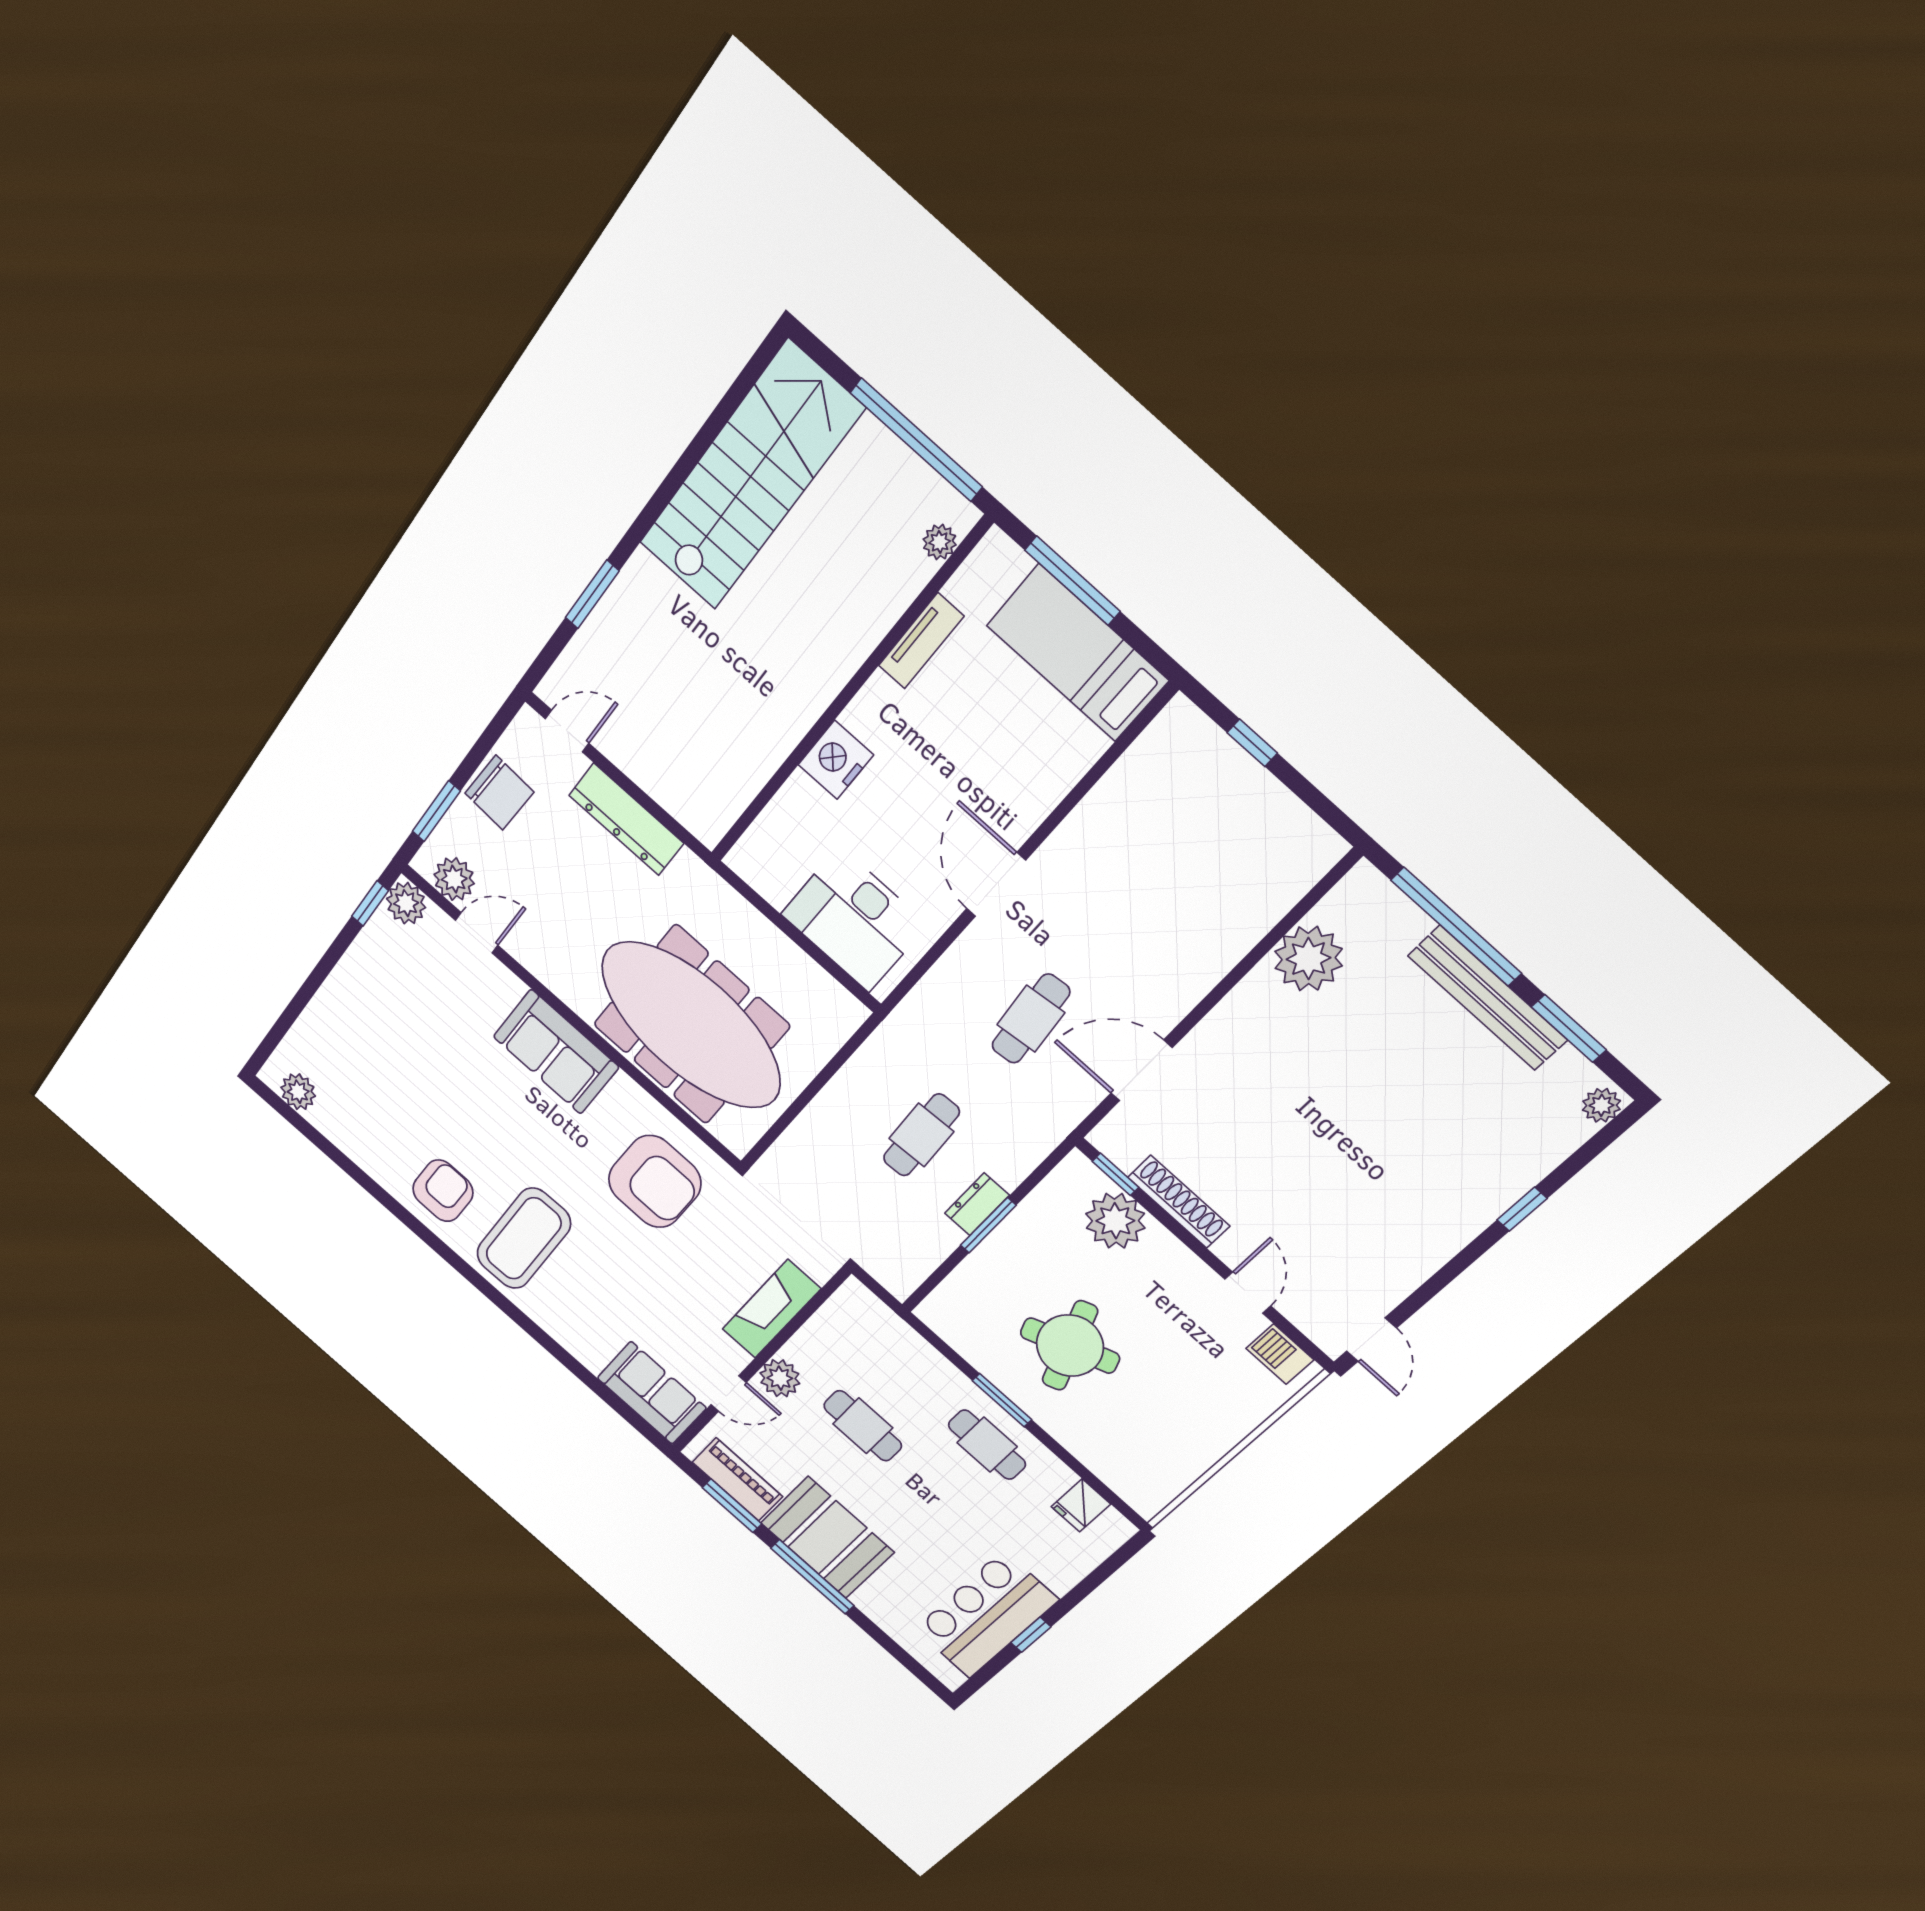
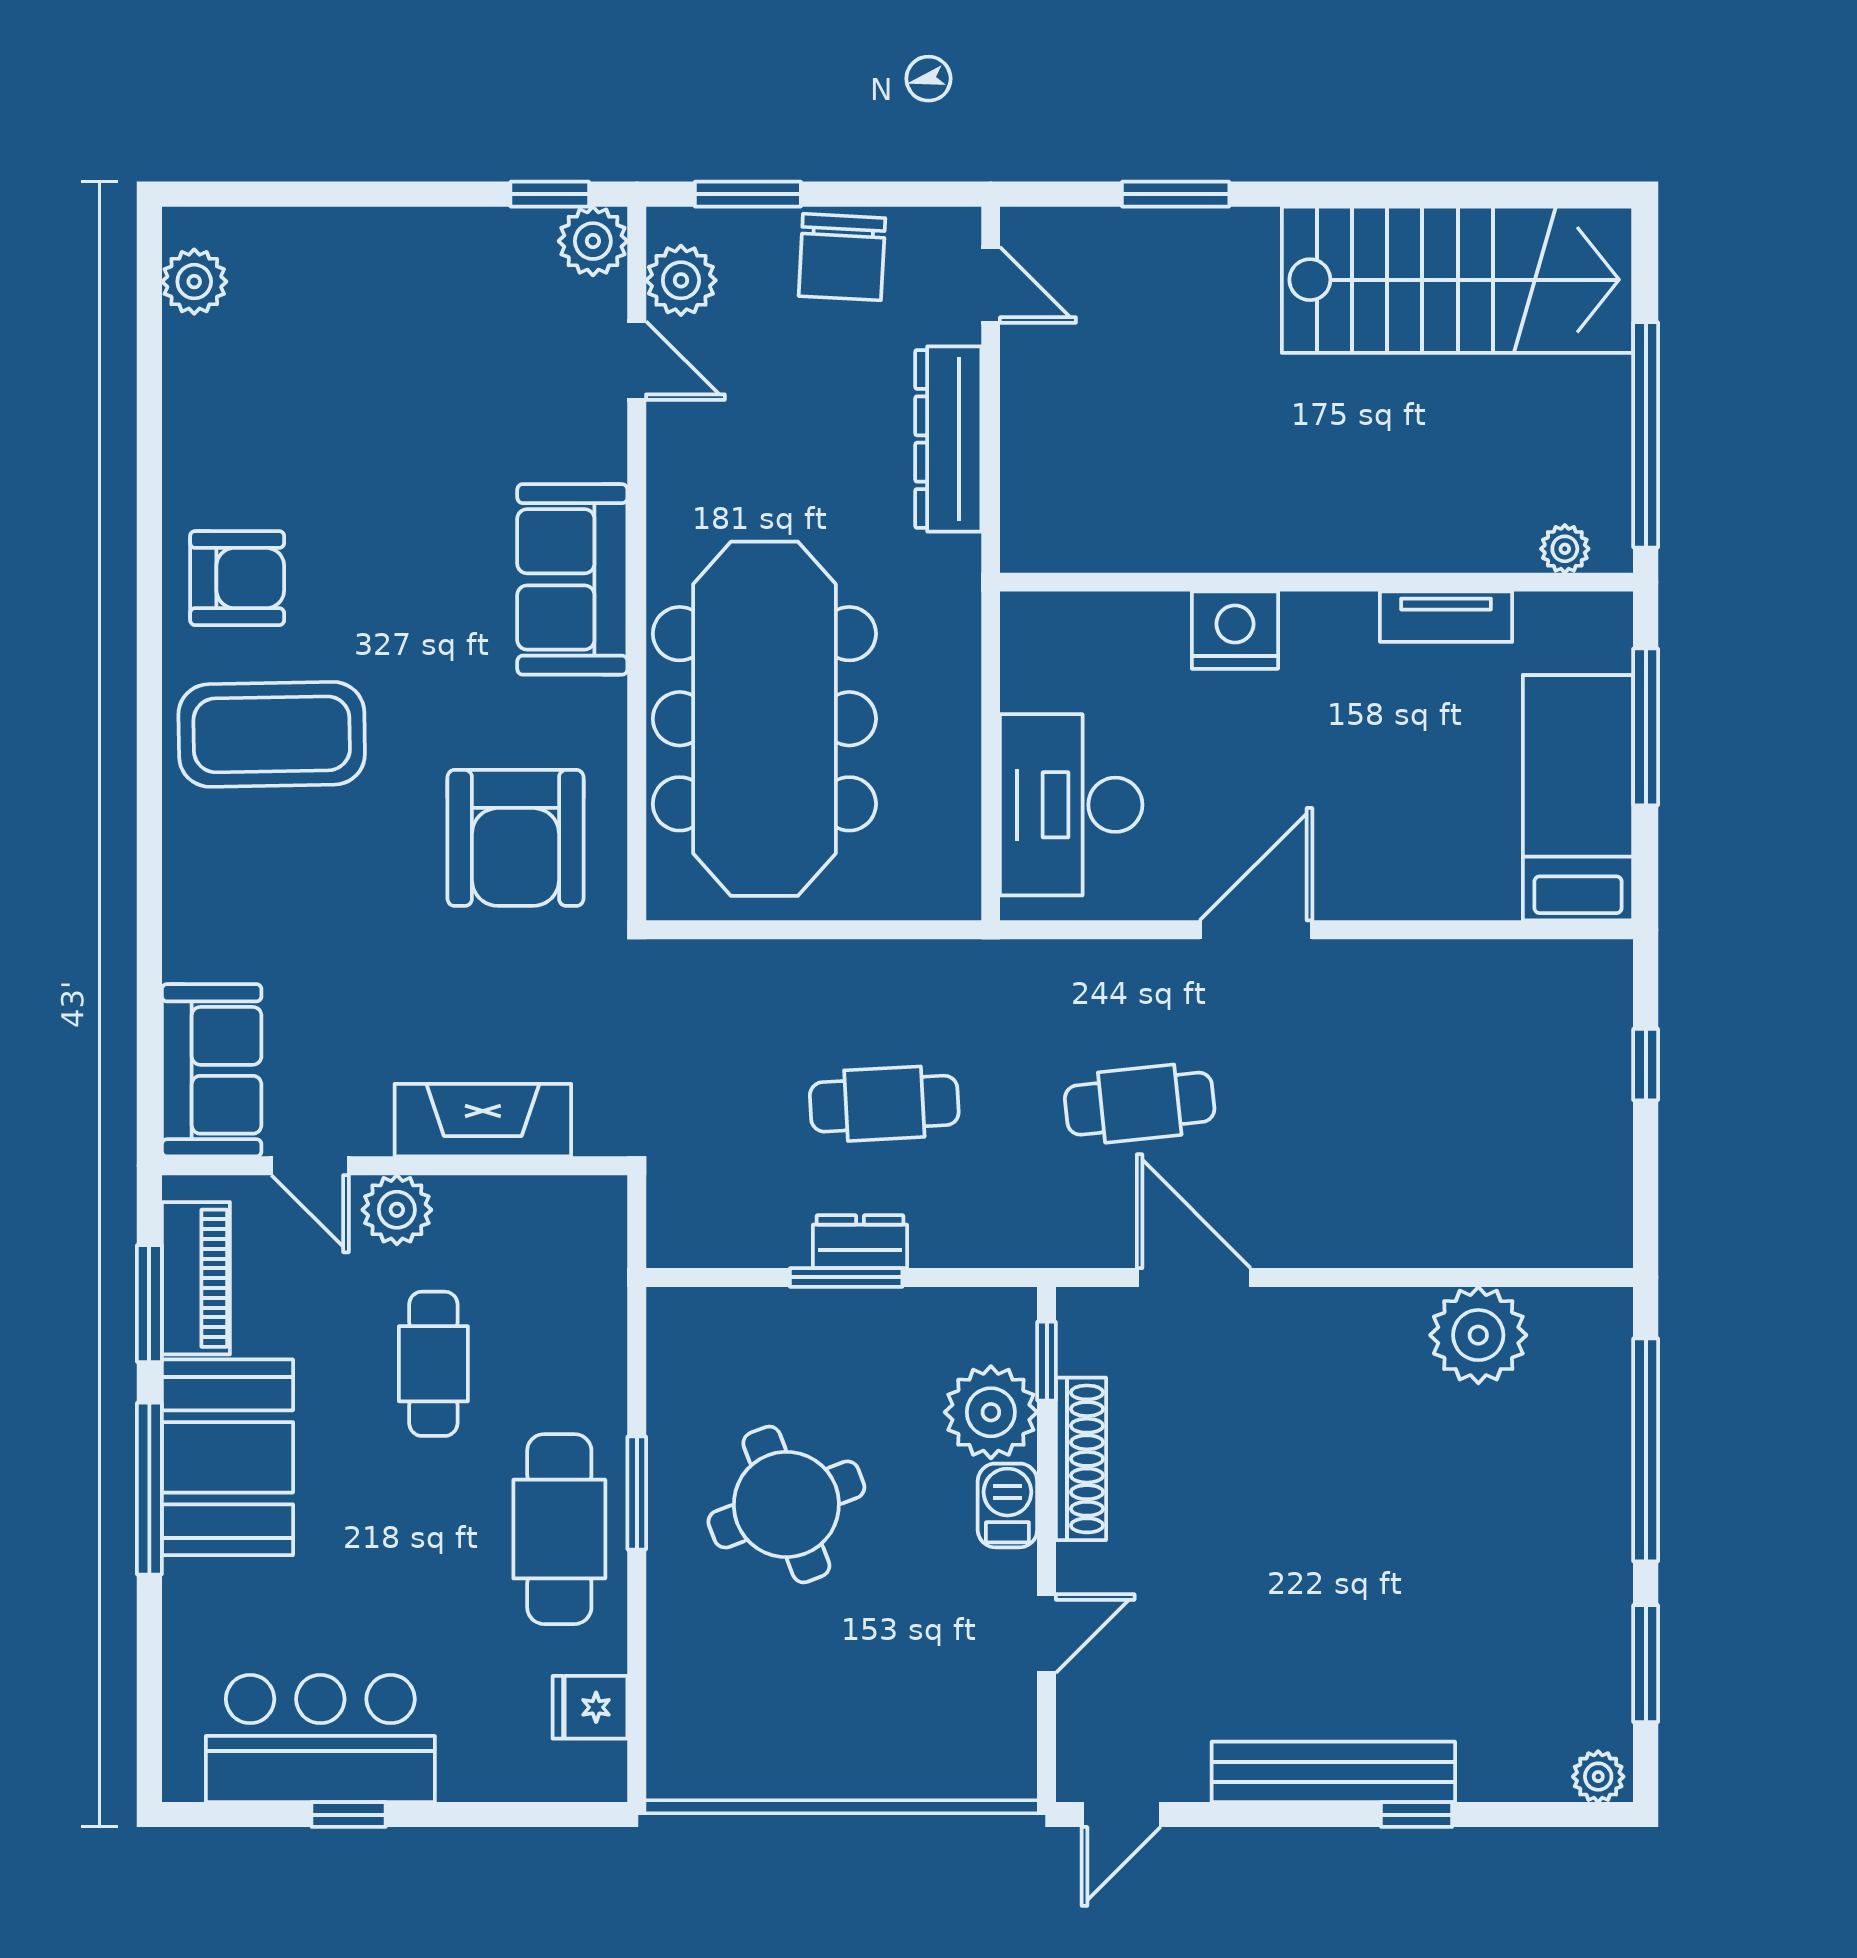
bench: (1487, 998) -> (1333, 1772), moved, turned 90
barbecue: (1280, 1354) -> (1007, 1505), moved
cafe table: (987, 1445) -> (559, 1529), width x1.37, depth x1.35

